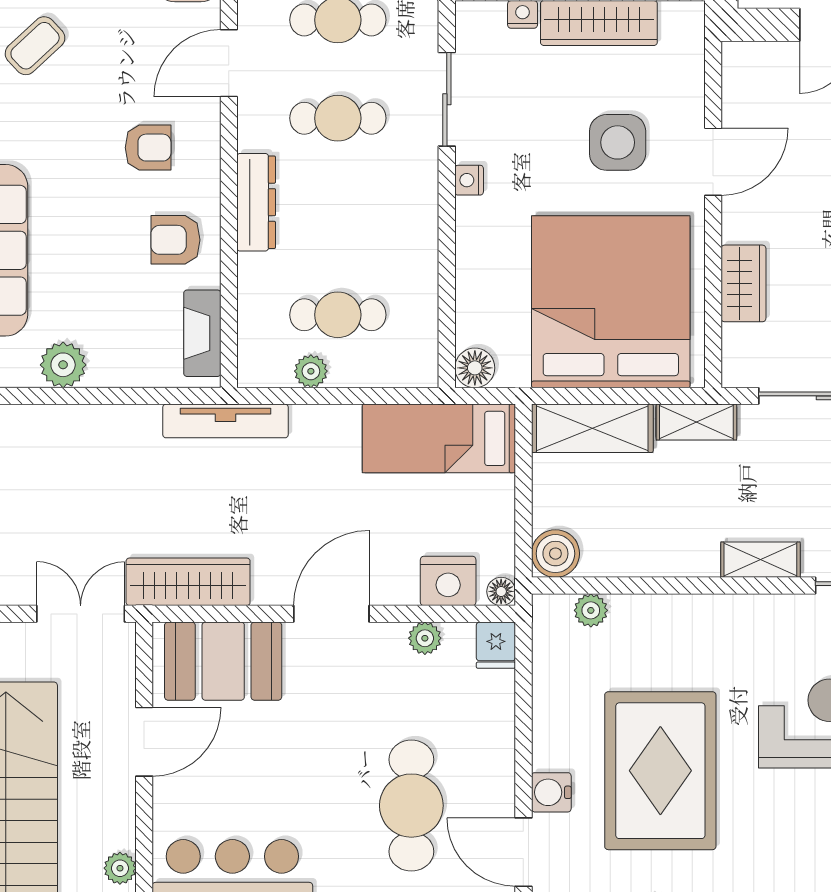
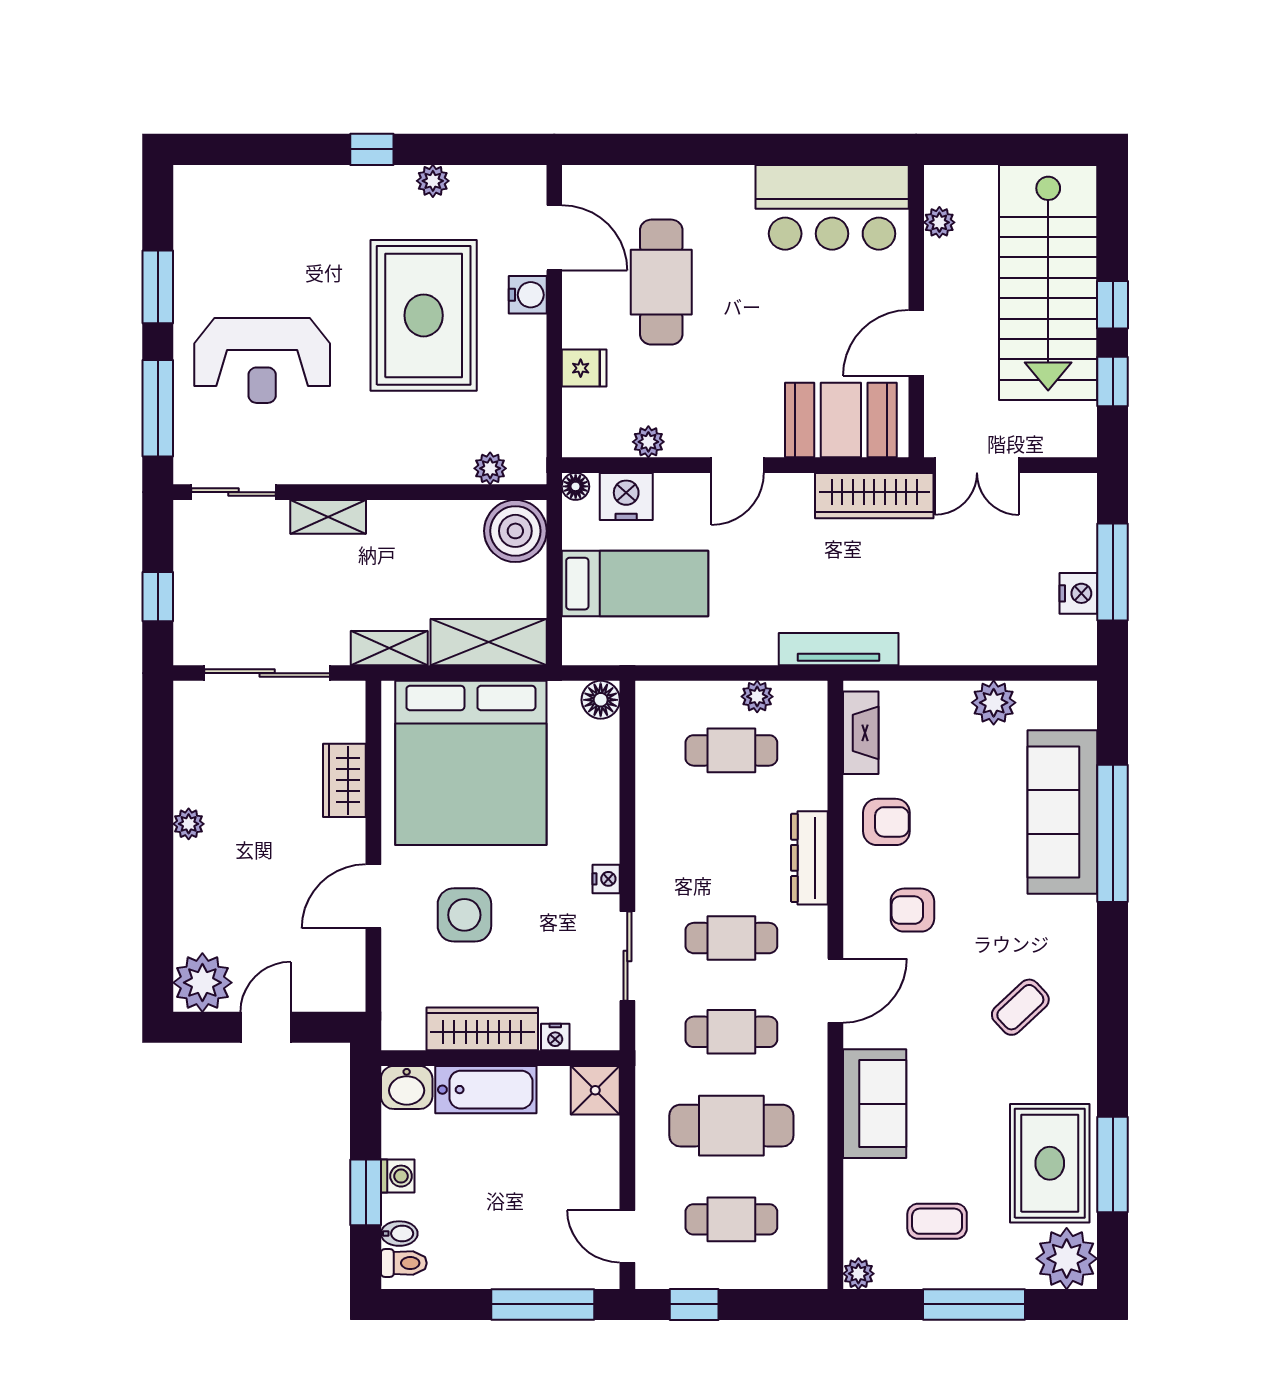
bed: (439, 438) -> (635, 584), moved
boiler: (555, 554) -> (515, 531), width x1.37, depth x1.37
door: (331, 614) -> (738, 465), width x0.73
fridge: (496, 645) -> (584, 368), moved, turned 90

